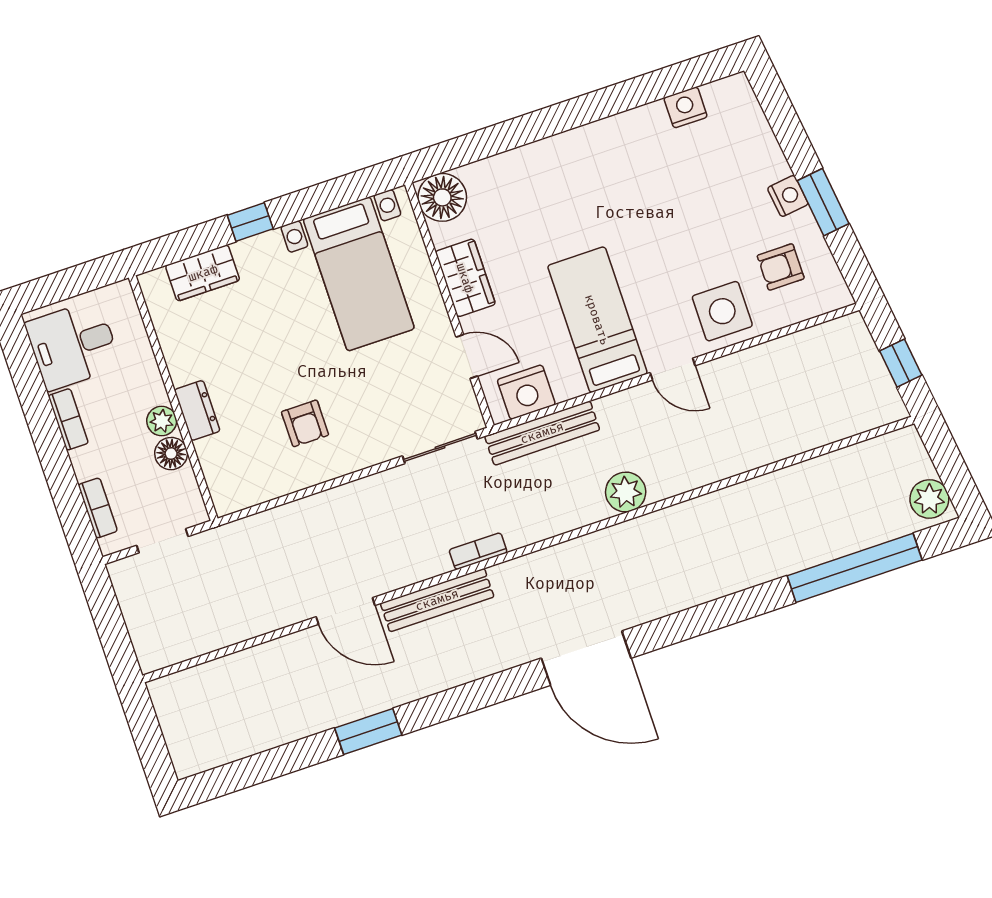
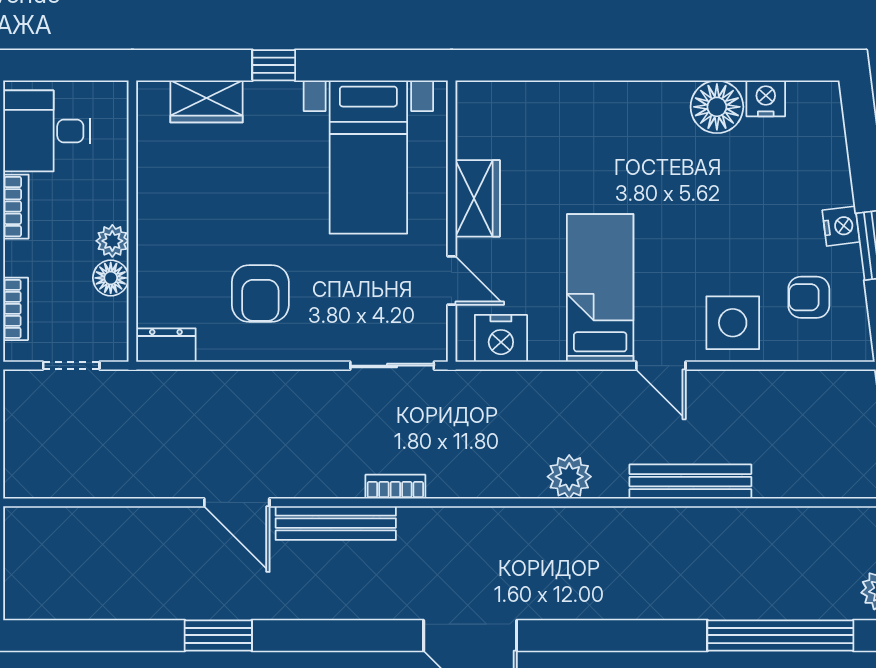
floor lamp: (442, 197) -> (717, 107), moved
dresser: (197, 410) -> (166, 345), moved, turned -90
armchair: (305, 423) -> (260, 293), width x1.38, depth x1.38
bench: (542, 433) -> (690, 482), moved

